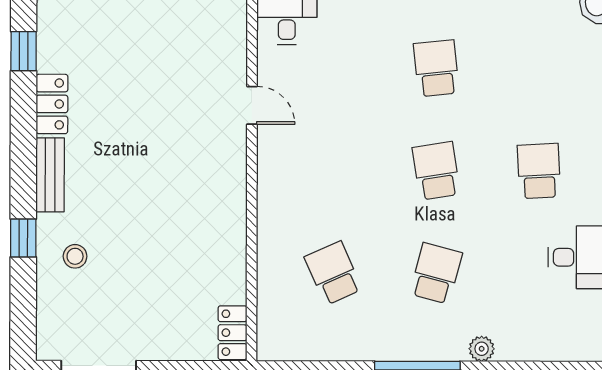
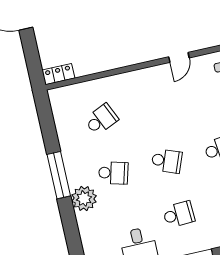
school desk: (436, 171) -> (167, 161), turned 30
plant: (482, 349) -> (84, 198), width x1.88, depth x1.88

